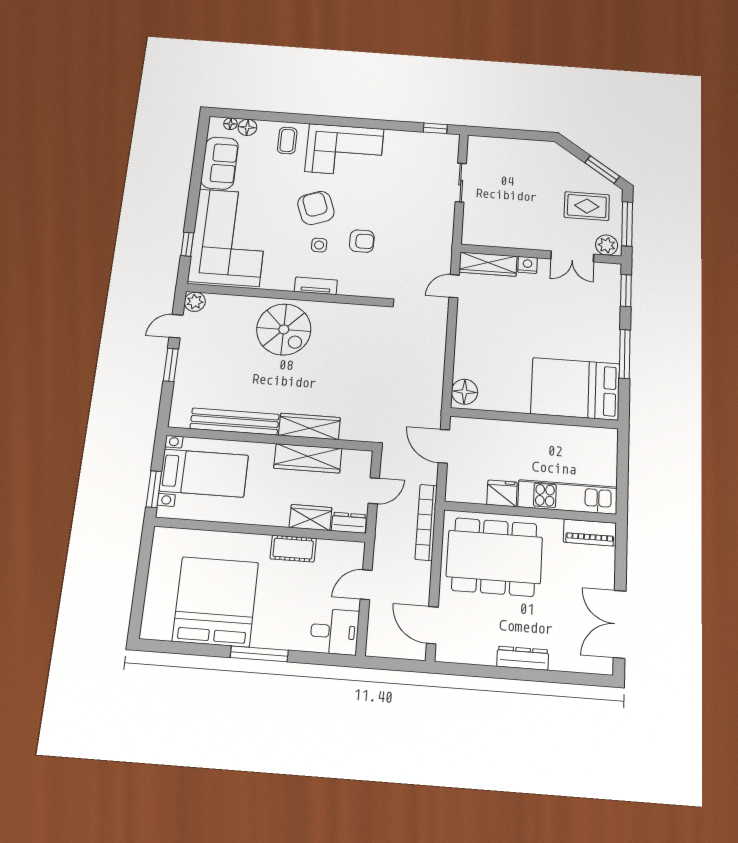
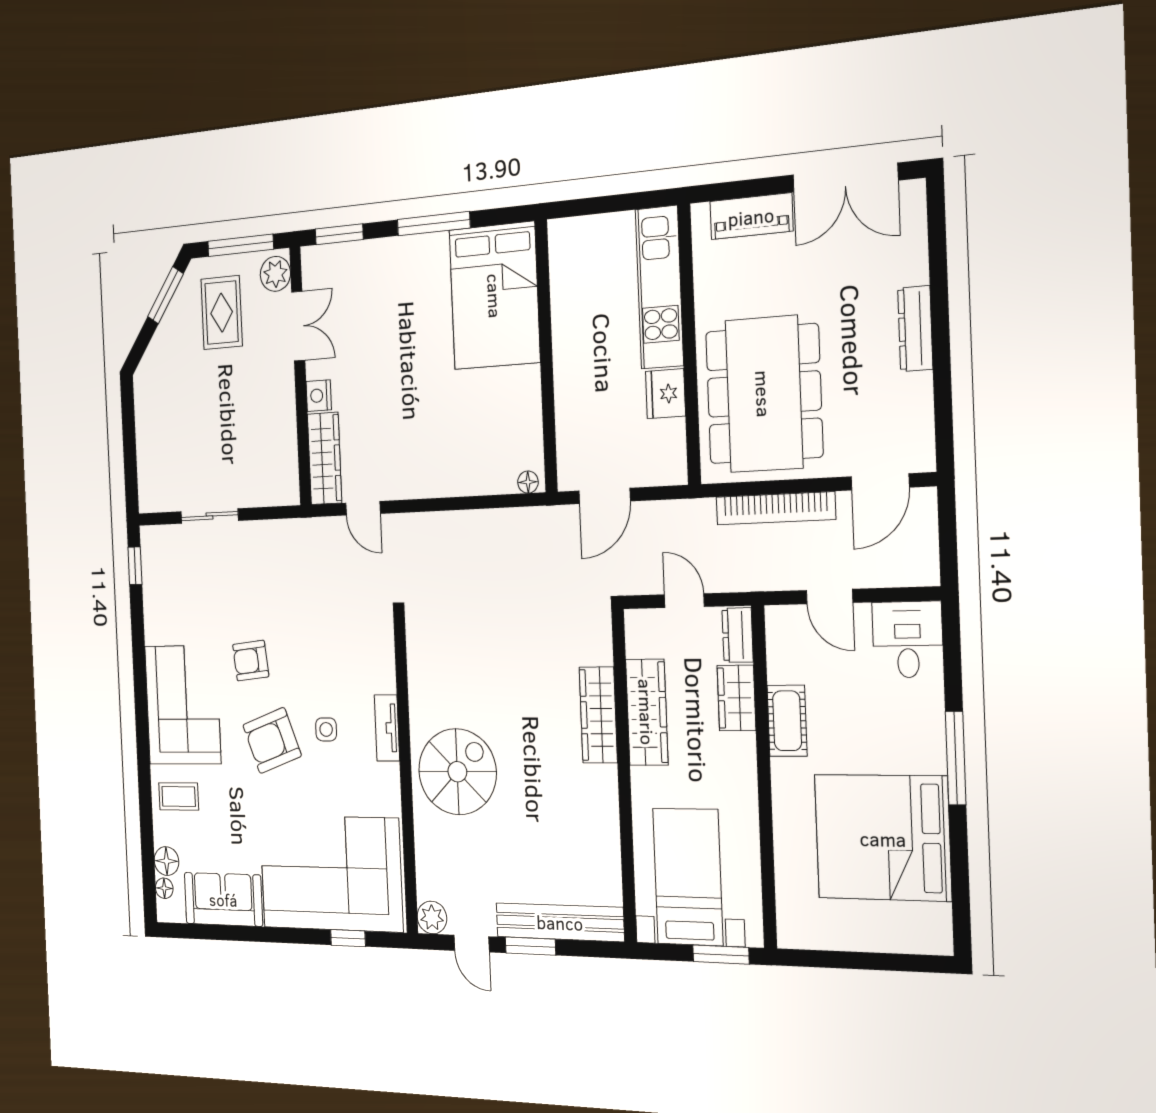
armchair: (362, 241) -> (251, 661), moved, turned -96
floor lamp: (465, 392) -> (528, 482), width x0.53, depth x0.53
bench: (235, 422) -> (560, 922), moved, turned 90
bookcase: (426, 522) -> (775, 508), moved
piano: (590, 533) -> (751, 216), moved, turned 90

